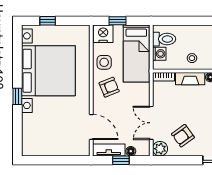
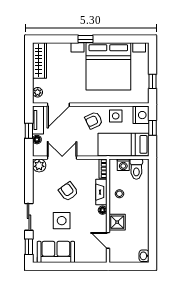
window: (48, 21) -> (152, 81), moved
armchair: (109, 87) -> (94, 120), turned 87
armchair: (183, 136) -> (68, 191), moved
wardrobe: (42, 148) -> (40, 61), added
plant: (77, 151) -> (38, 92), added

